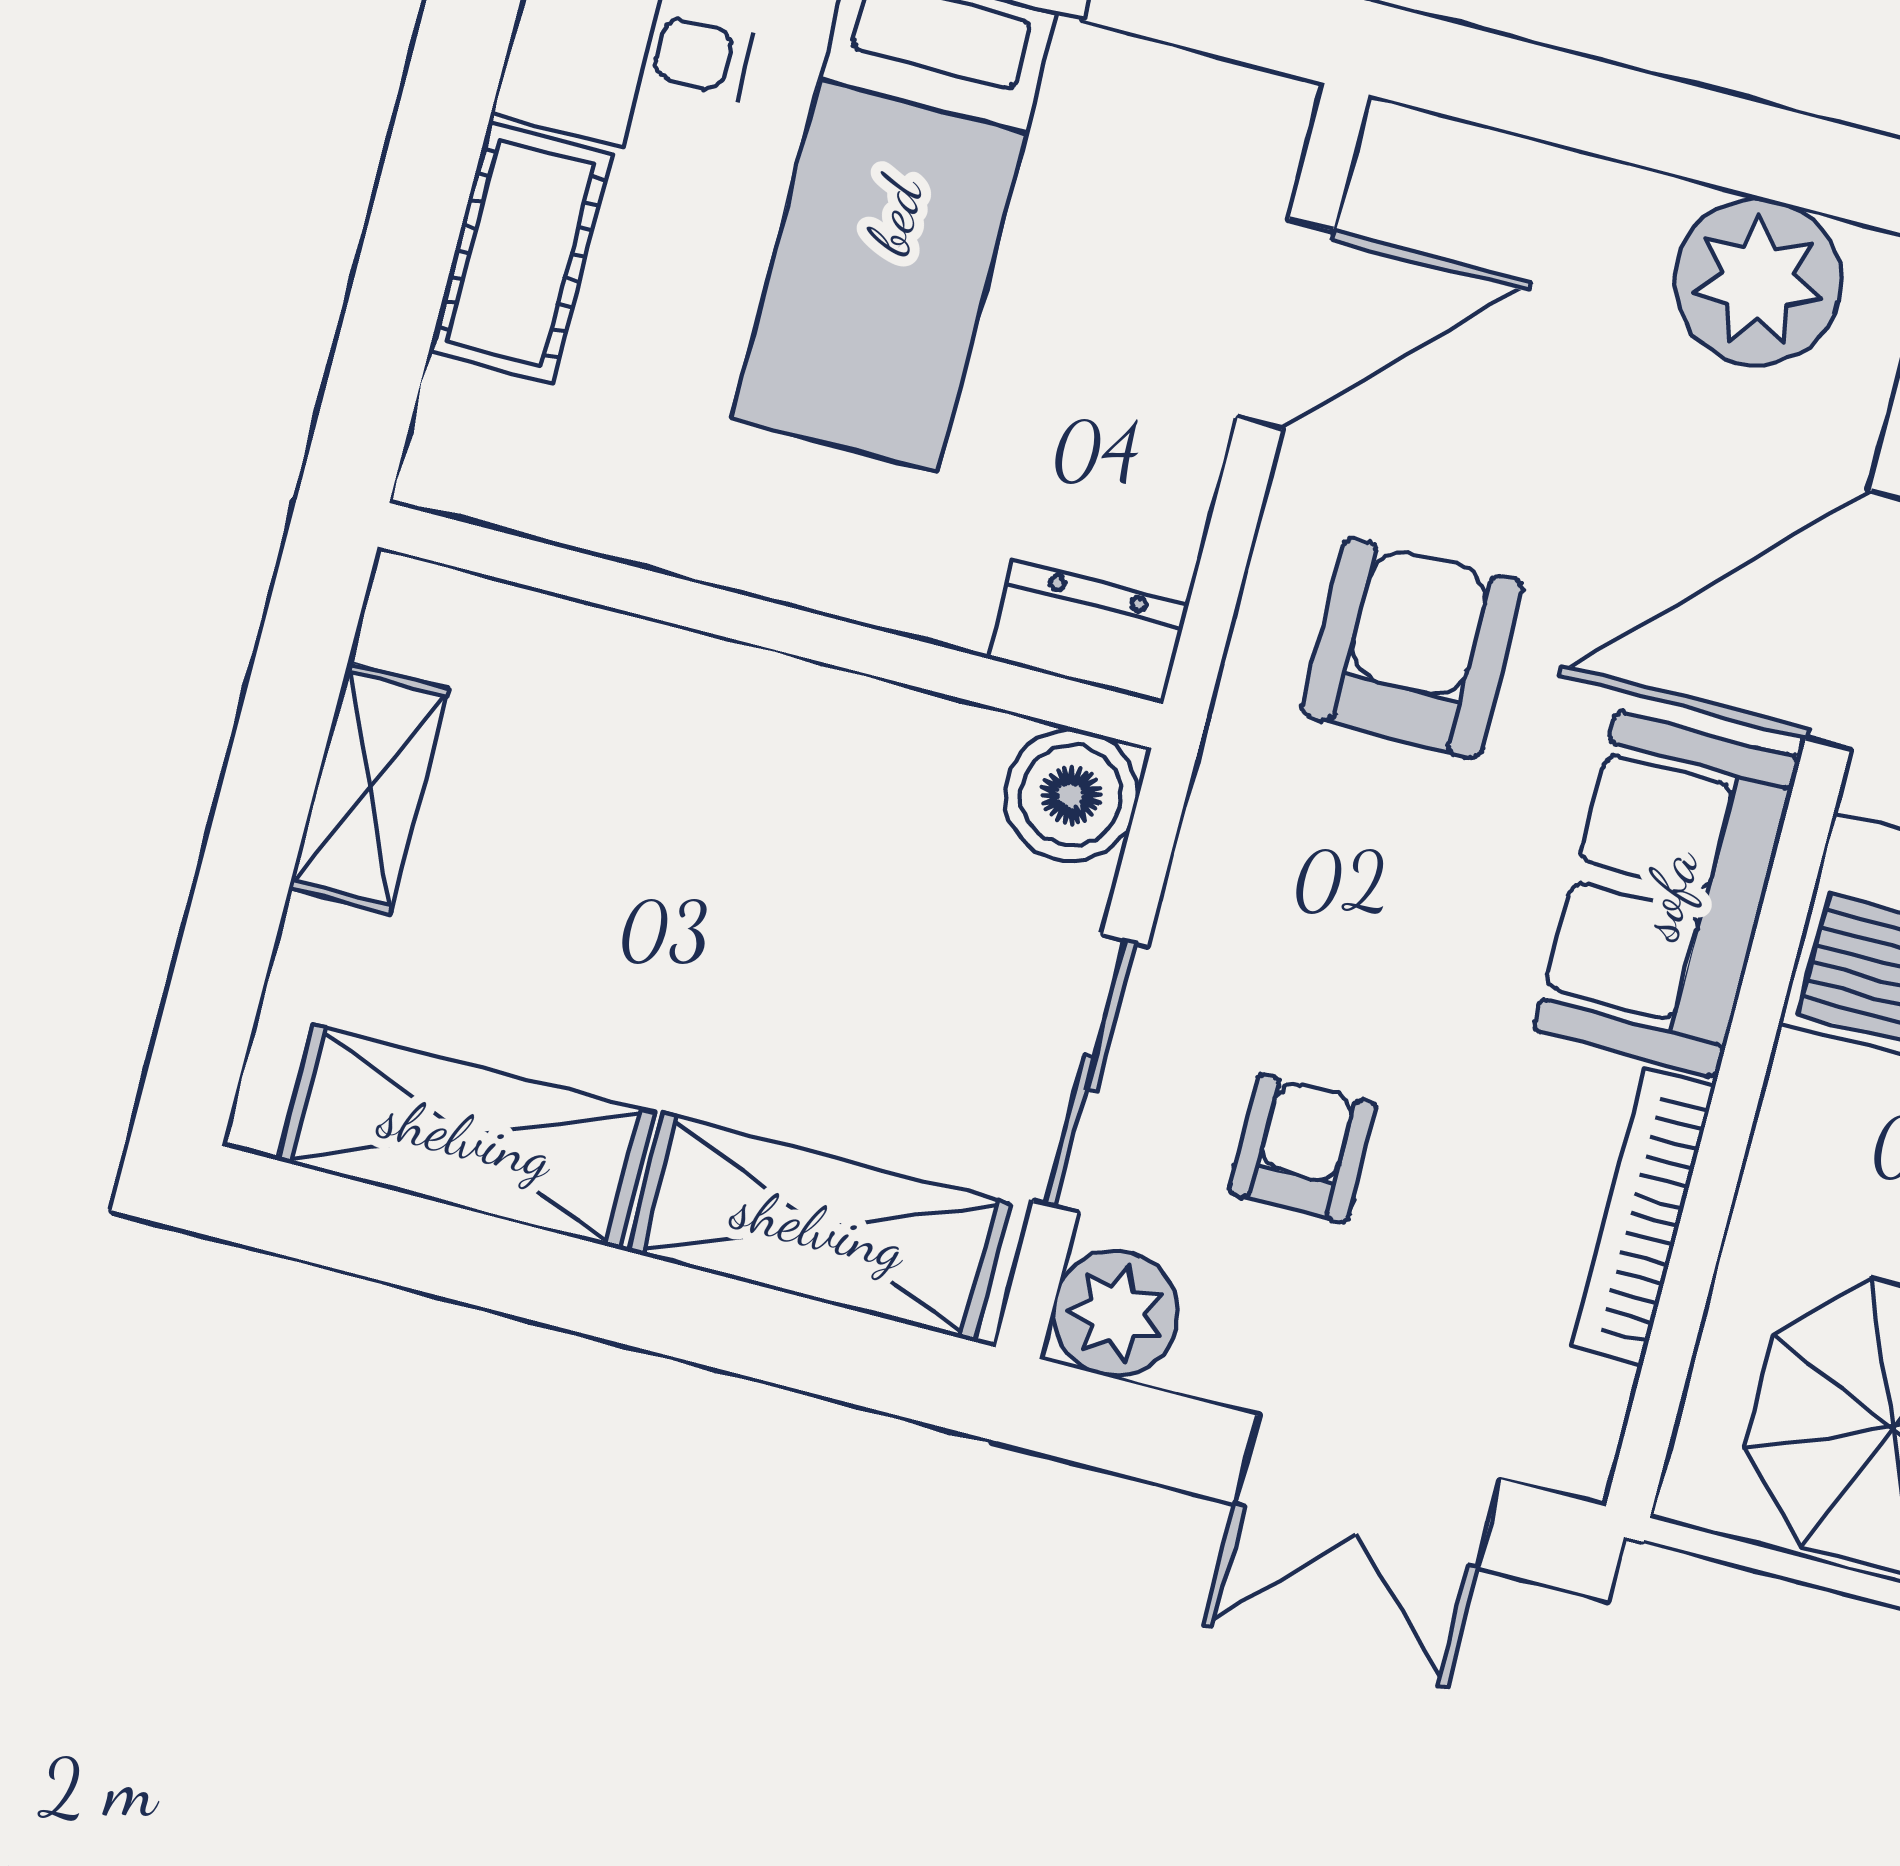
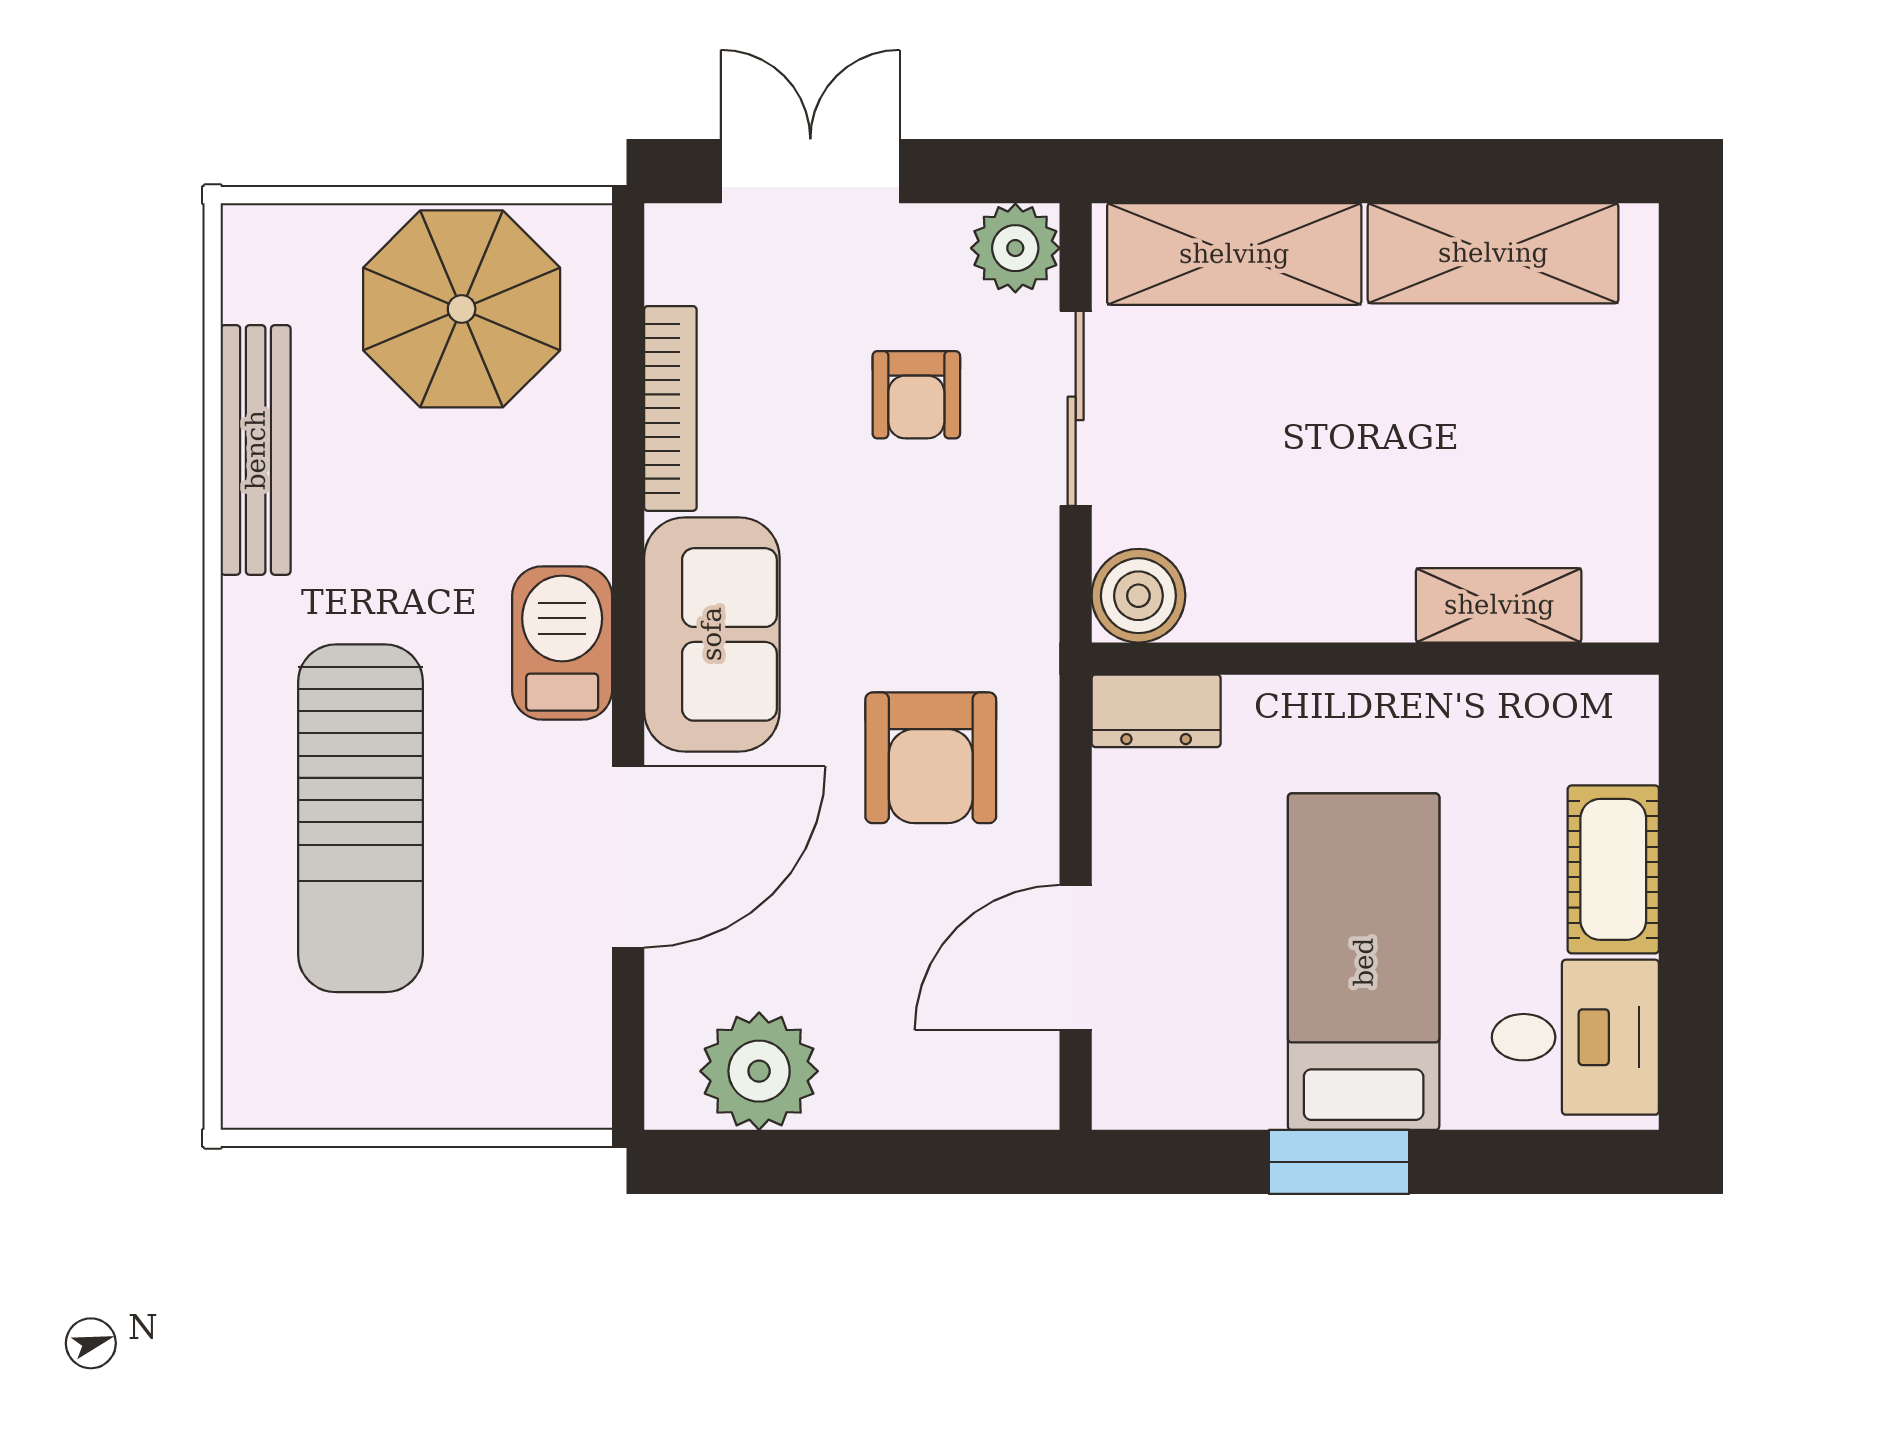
shelving: (369, 788) -> (1499, 605), moved, turned 90

